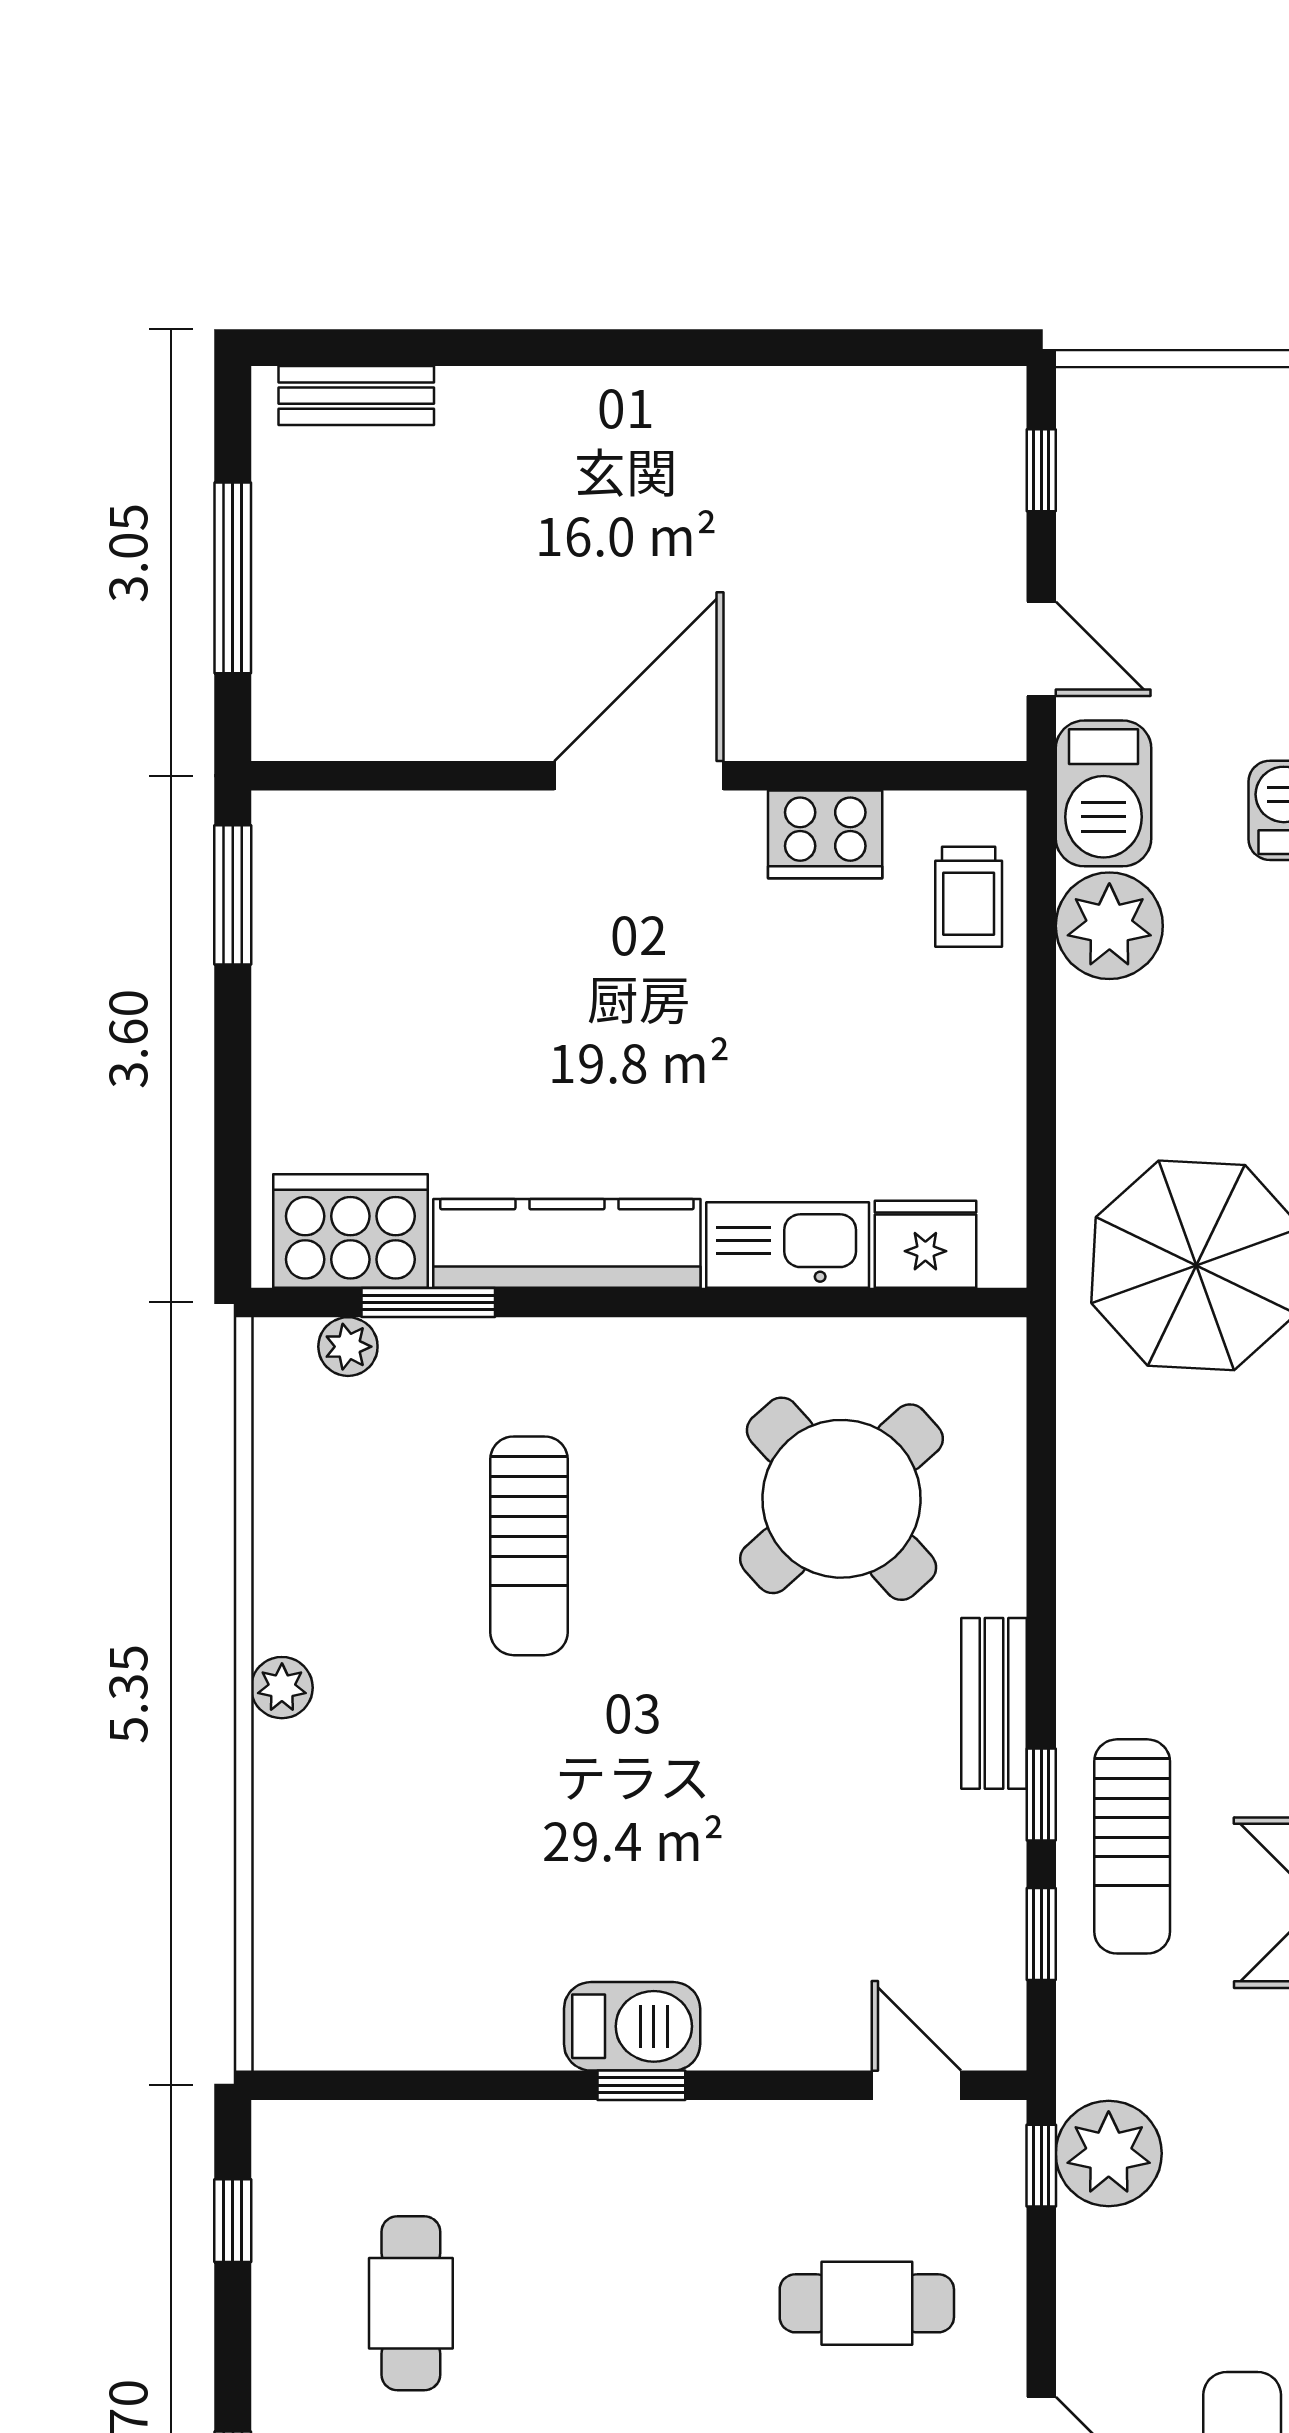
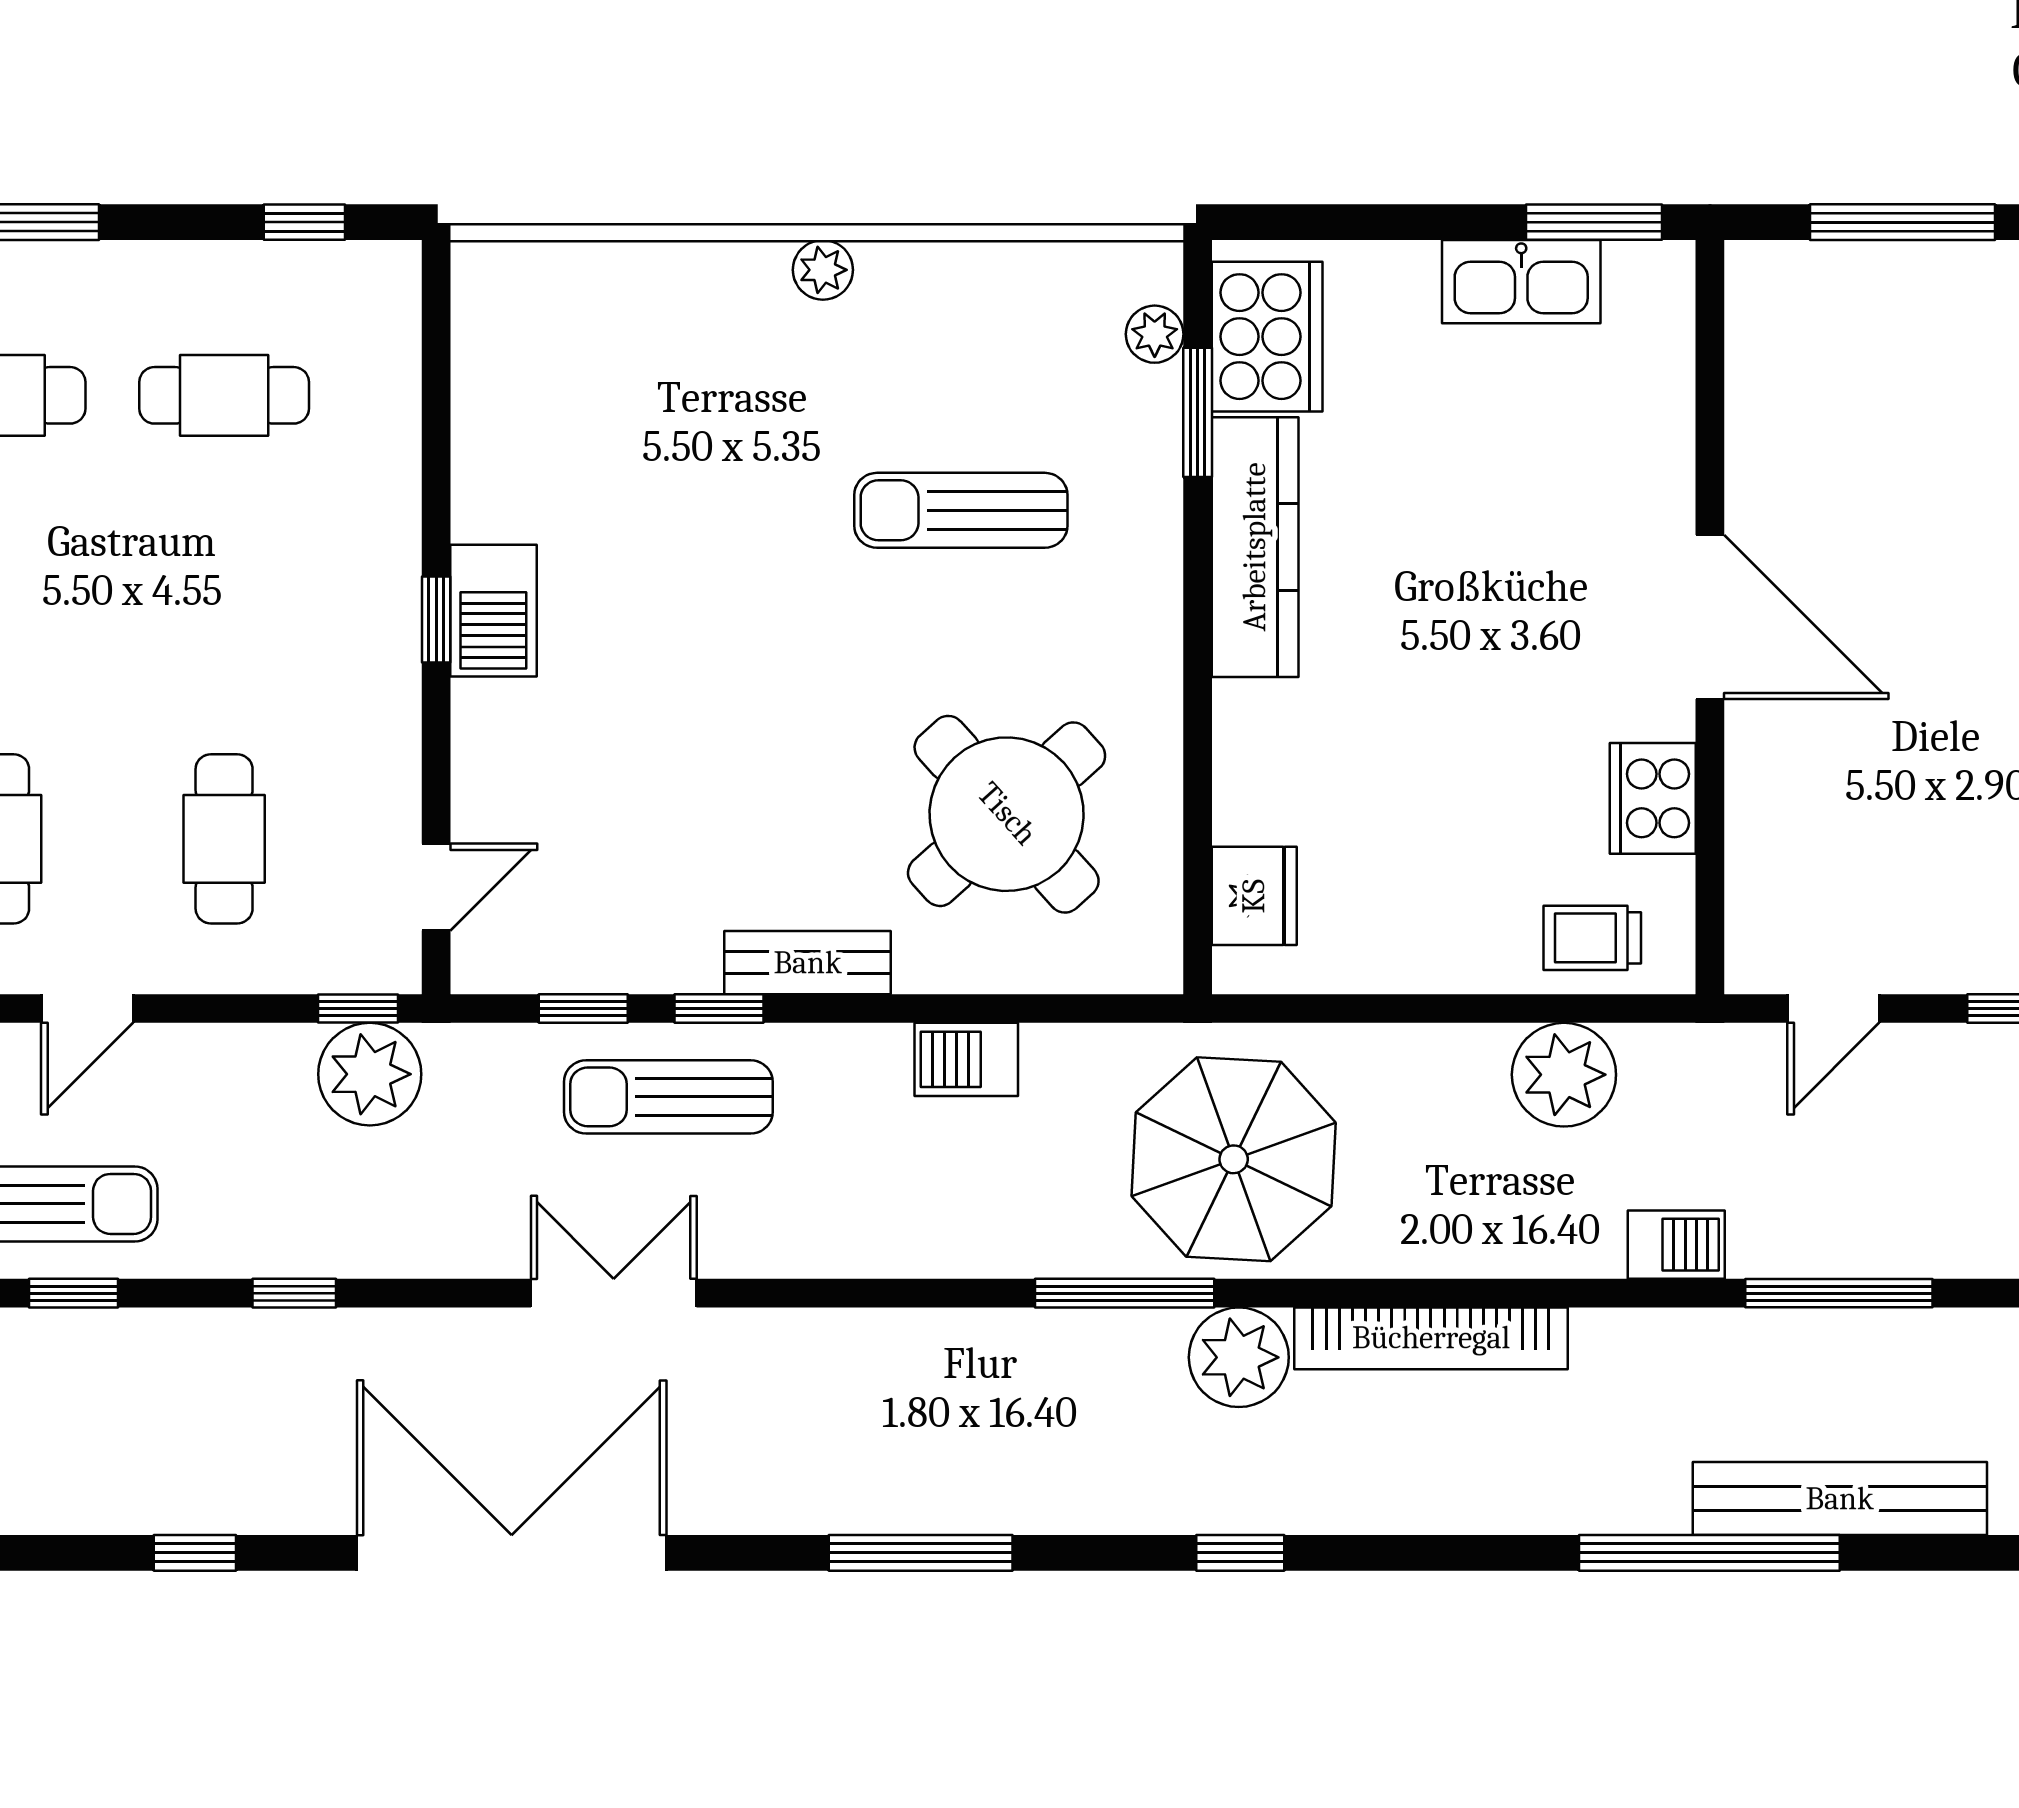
barbecue: (1104, 793) -> (966, 1059), moved, width x0.73, depth x0.79
kitchen sink: (788, 1245) -> (1521, 282), moved, turned 90

